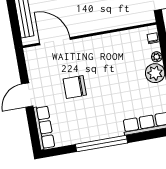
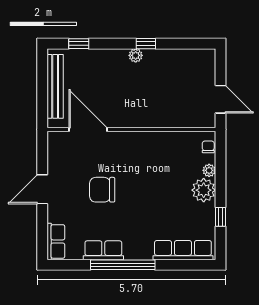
row of seats: (44, 128) -> (56, 241), width x0.68
row of seats: (84, 135) -> (103, 250), added

